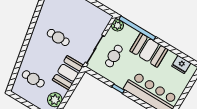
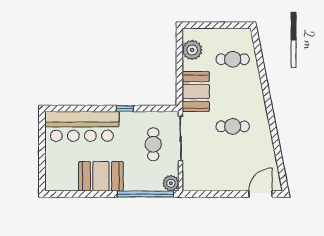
booth: (149, 50) -> (101, 176), moved
fridge: (181, 65) -> (67, 182), removed

